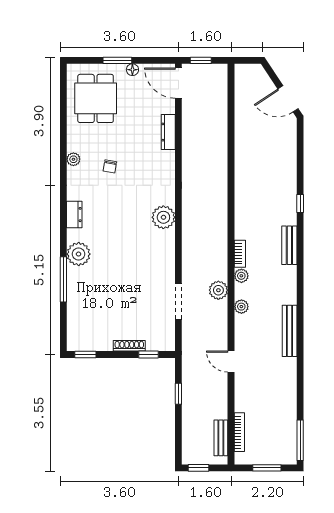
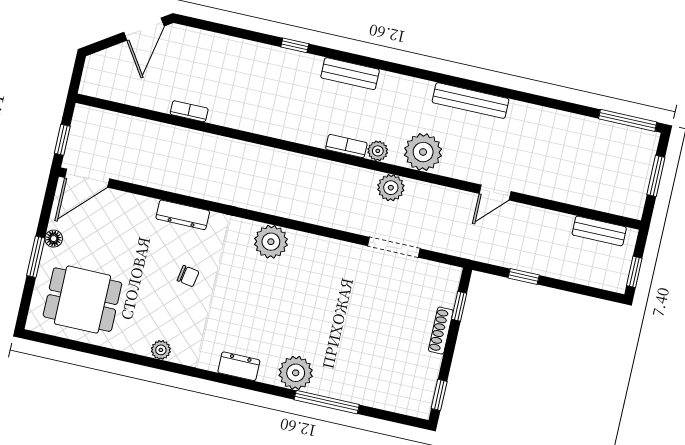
dresser: (168, 132) -> (183, 215), moved
chair: (110, 166) -> (188, 276), moved
plant: (241, 307) -> (423, 152), width x1.87, depth x1.87
bookcase: (239, 432) -> (189, 111), moved, width x0.64

